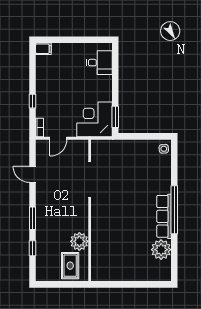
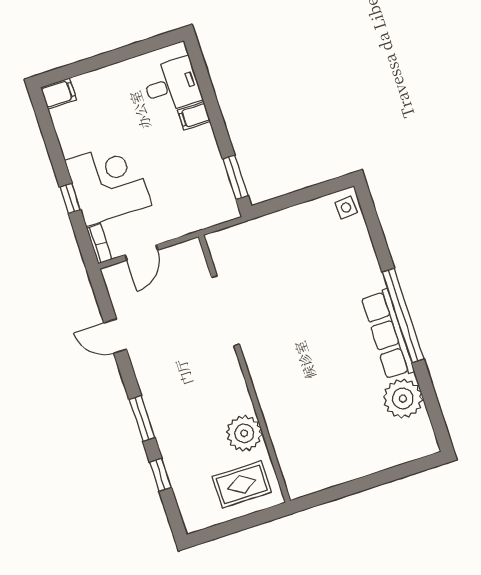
filing cabinet: (105, 81) -> (194, 116), added
corner desk: (95, 119) -> (108, 183), moved, turned 90
rug: (70, 266) -> (242, 484), turned 90

